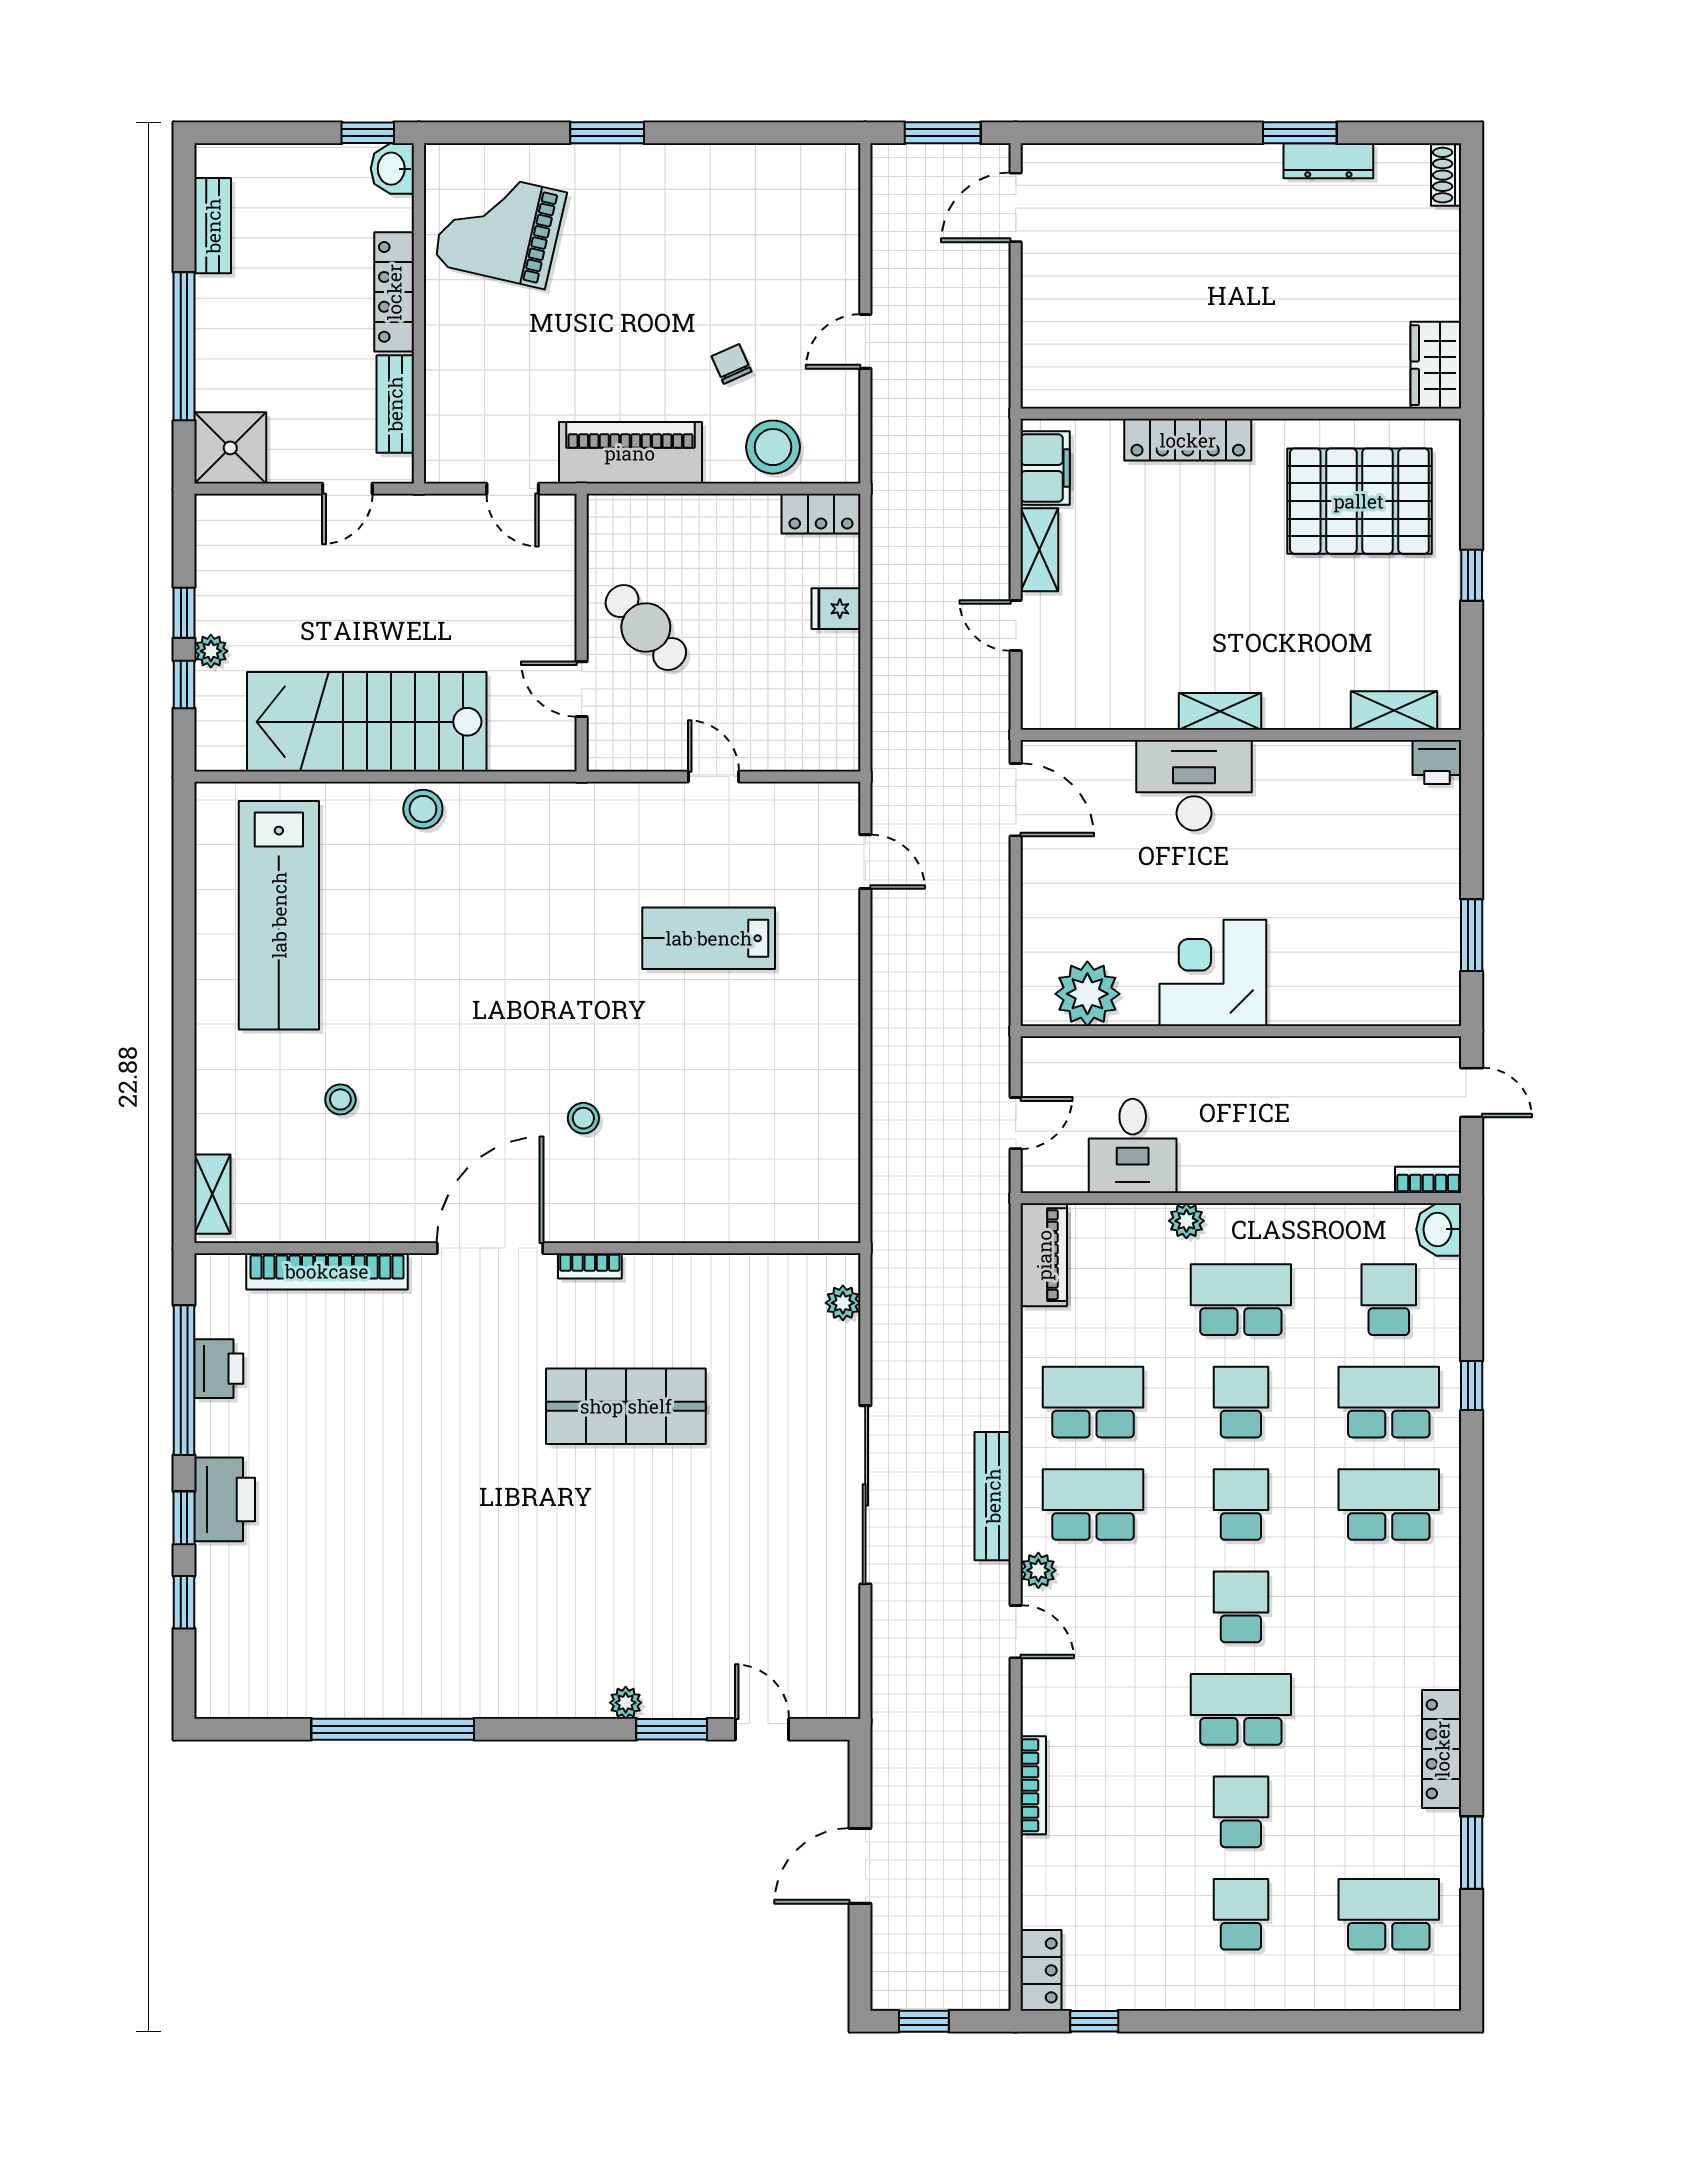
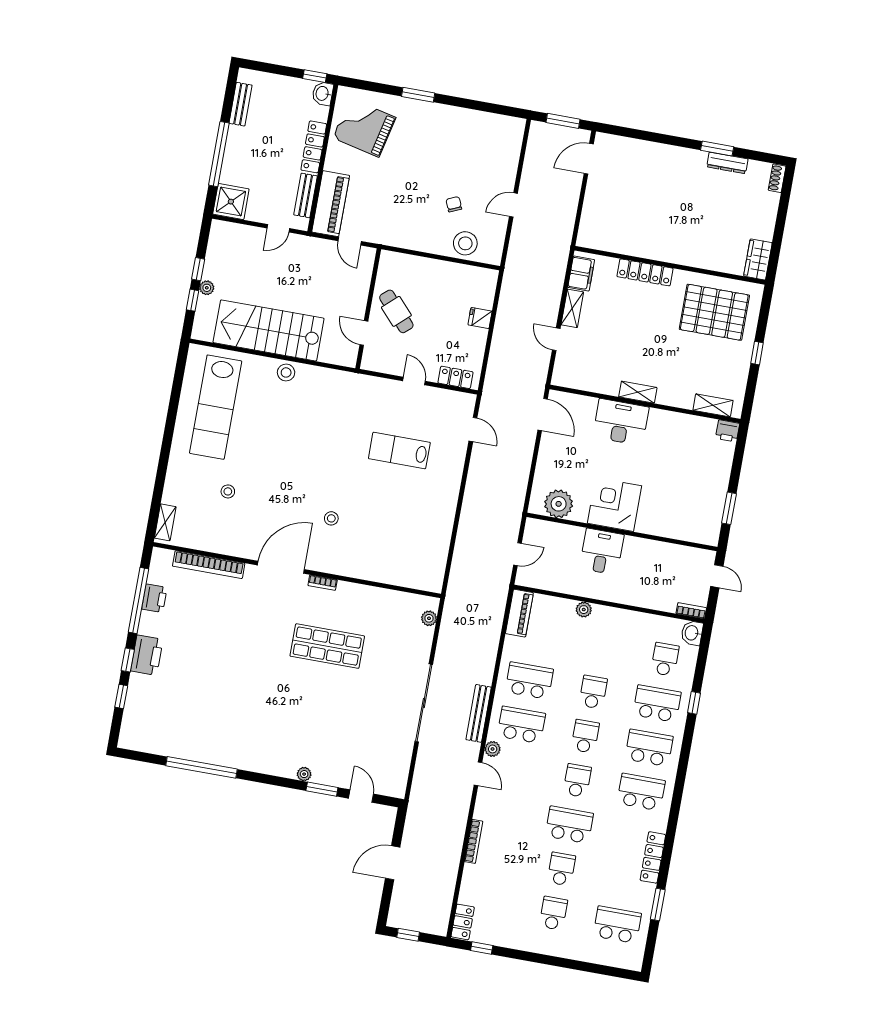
piano: (630, 453) -> (331, 204), moved, turned 90
locker: (821, 514) -> (455, 377), moved, turned 180
desk: (1133, 1146) -> (602, 552), moved, turned 180
school desk: (1241, 1300) -> (641, 792), moved

